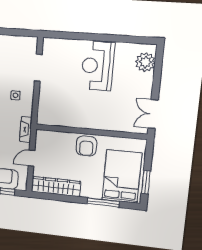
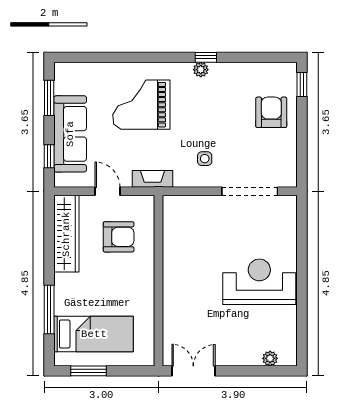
plant: (145, 62) -> (270, 358), width x0.53, depth x0.53
doorway: (38, 68) -> (250, 191), width x1.36
armchair: (86, 146) -> (119, 237), moved, turned 180
bed: (122, 176) -> (94, 334), width x0.67

